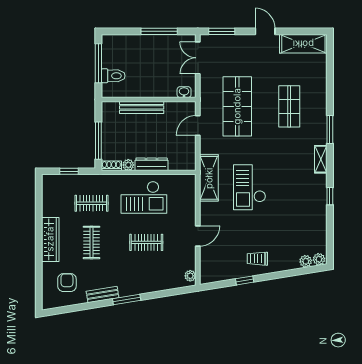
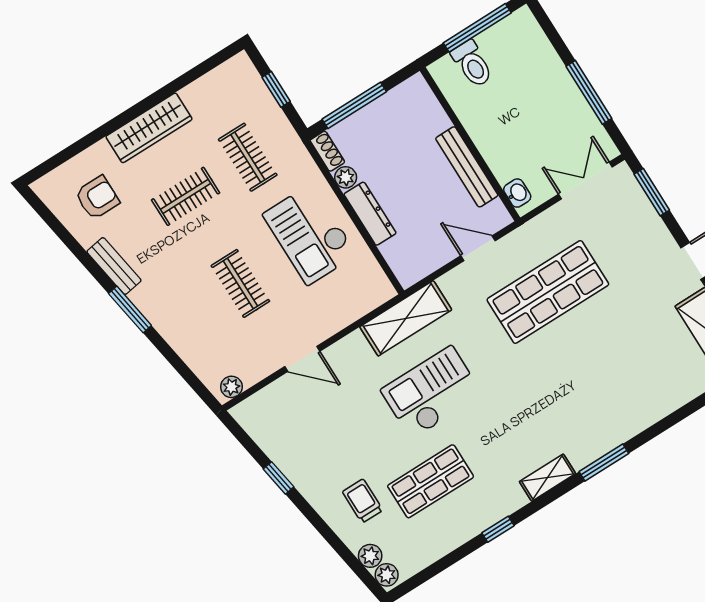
shop shelf: (289, 106) -> (431, 481), moved
bench: (142, 107) -> (467, 167), moved
trolley: (257, 259) -> (363, 501), moved

